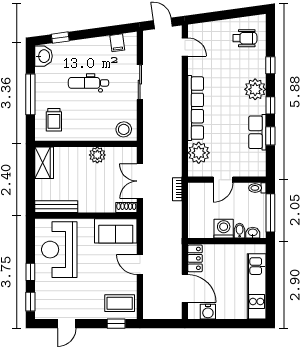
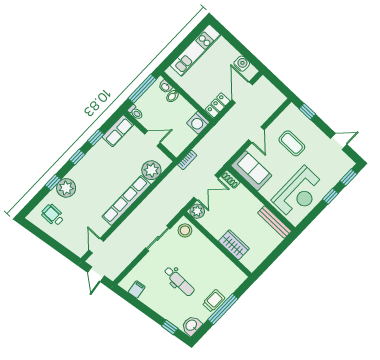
sliding door: (140, 82) -> (158, 238), moved
plant: (255, 89) -> (66, 188), moved
trolley: (54, 120) -> (214, 301), moved
row of seats: (257, 132) -> (118, 131), moved
plant: (97, 155) -> (197, 211), moved
wardrobe: (44, 163) -> (234, 245), moved, turned 90
washing machine: (224, 229) -> (198, 123), moved
coffee table: (120, 303) -> (292, 143), moved

